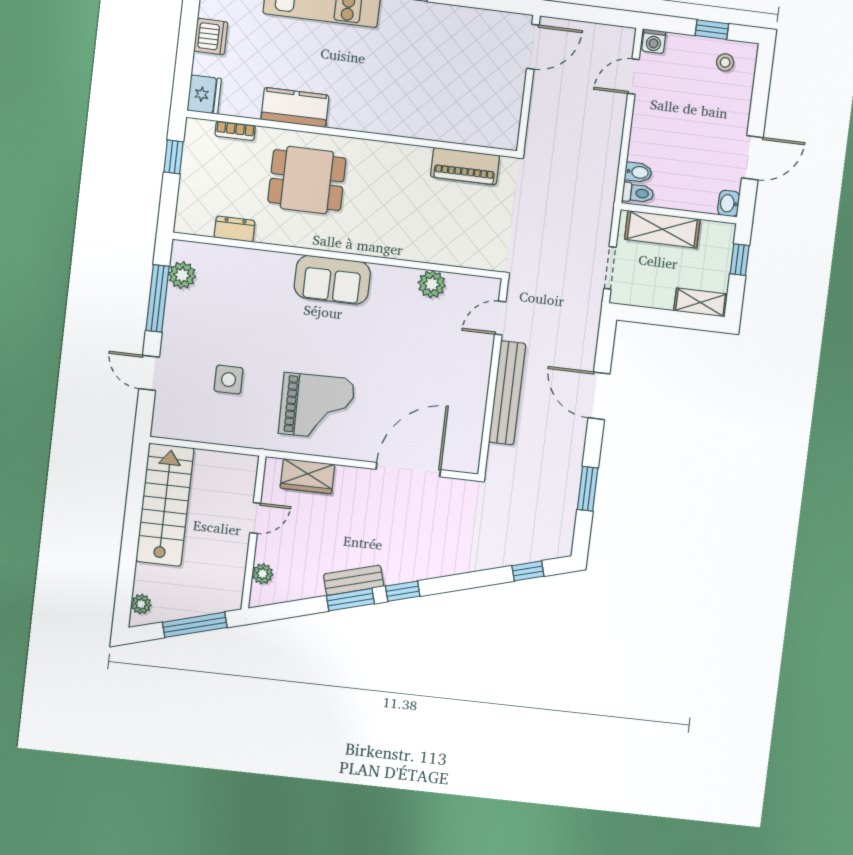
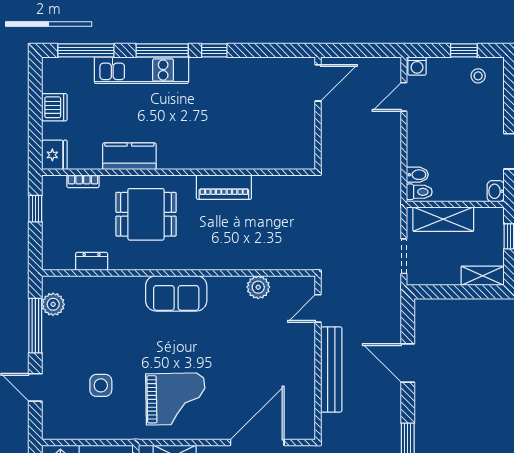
piano: (465, 166) -> (224, 187), moved

